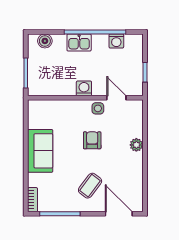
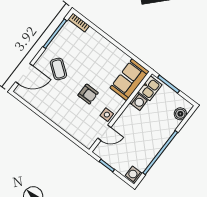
washing machine: (116, 41) -> (134, 175), moved
kitchen sink: (79, 42) -> (150, 88), moved, turned 180
washing machine: (84, 88) -> (138, 102), moved
plant: (136, 145) -> (62, 122), removed
sofa: (40, 151) -> (130, 80), moved, turned 90

